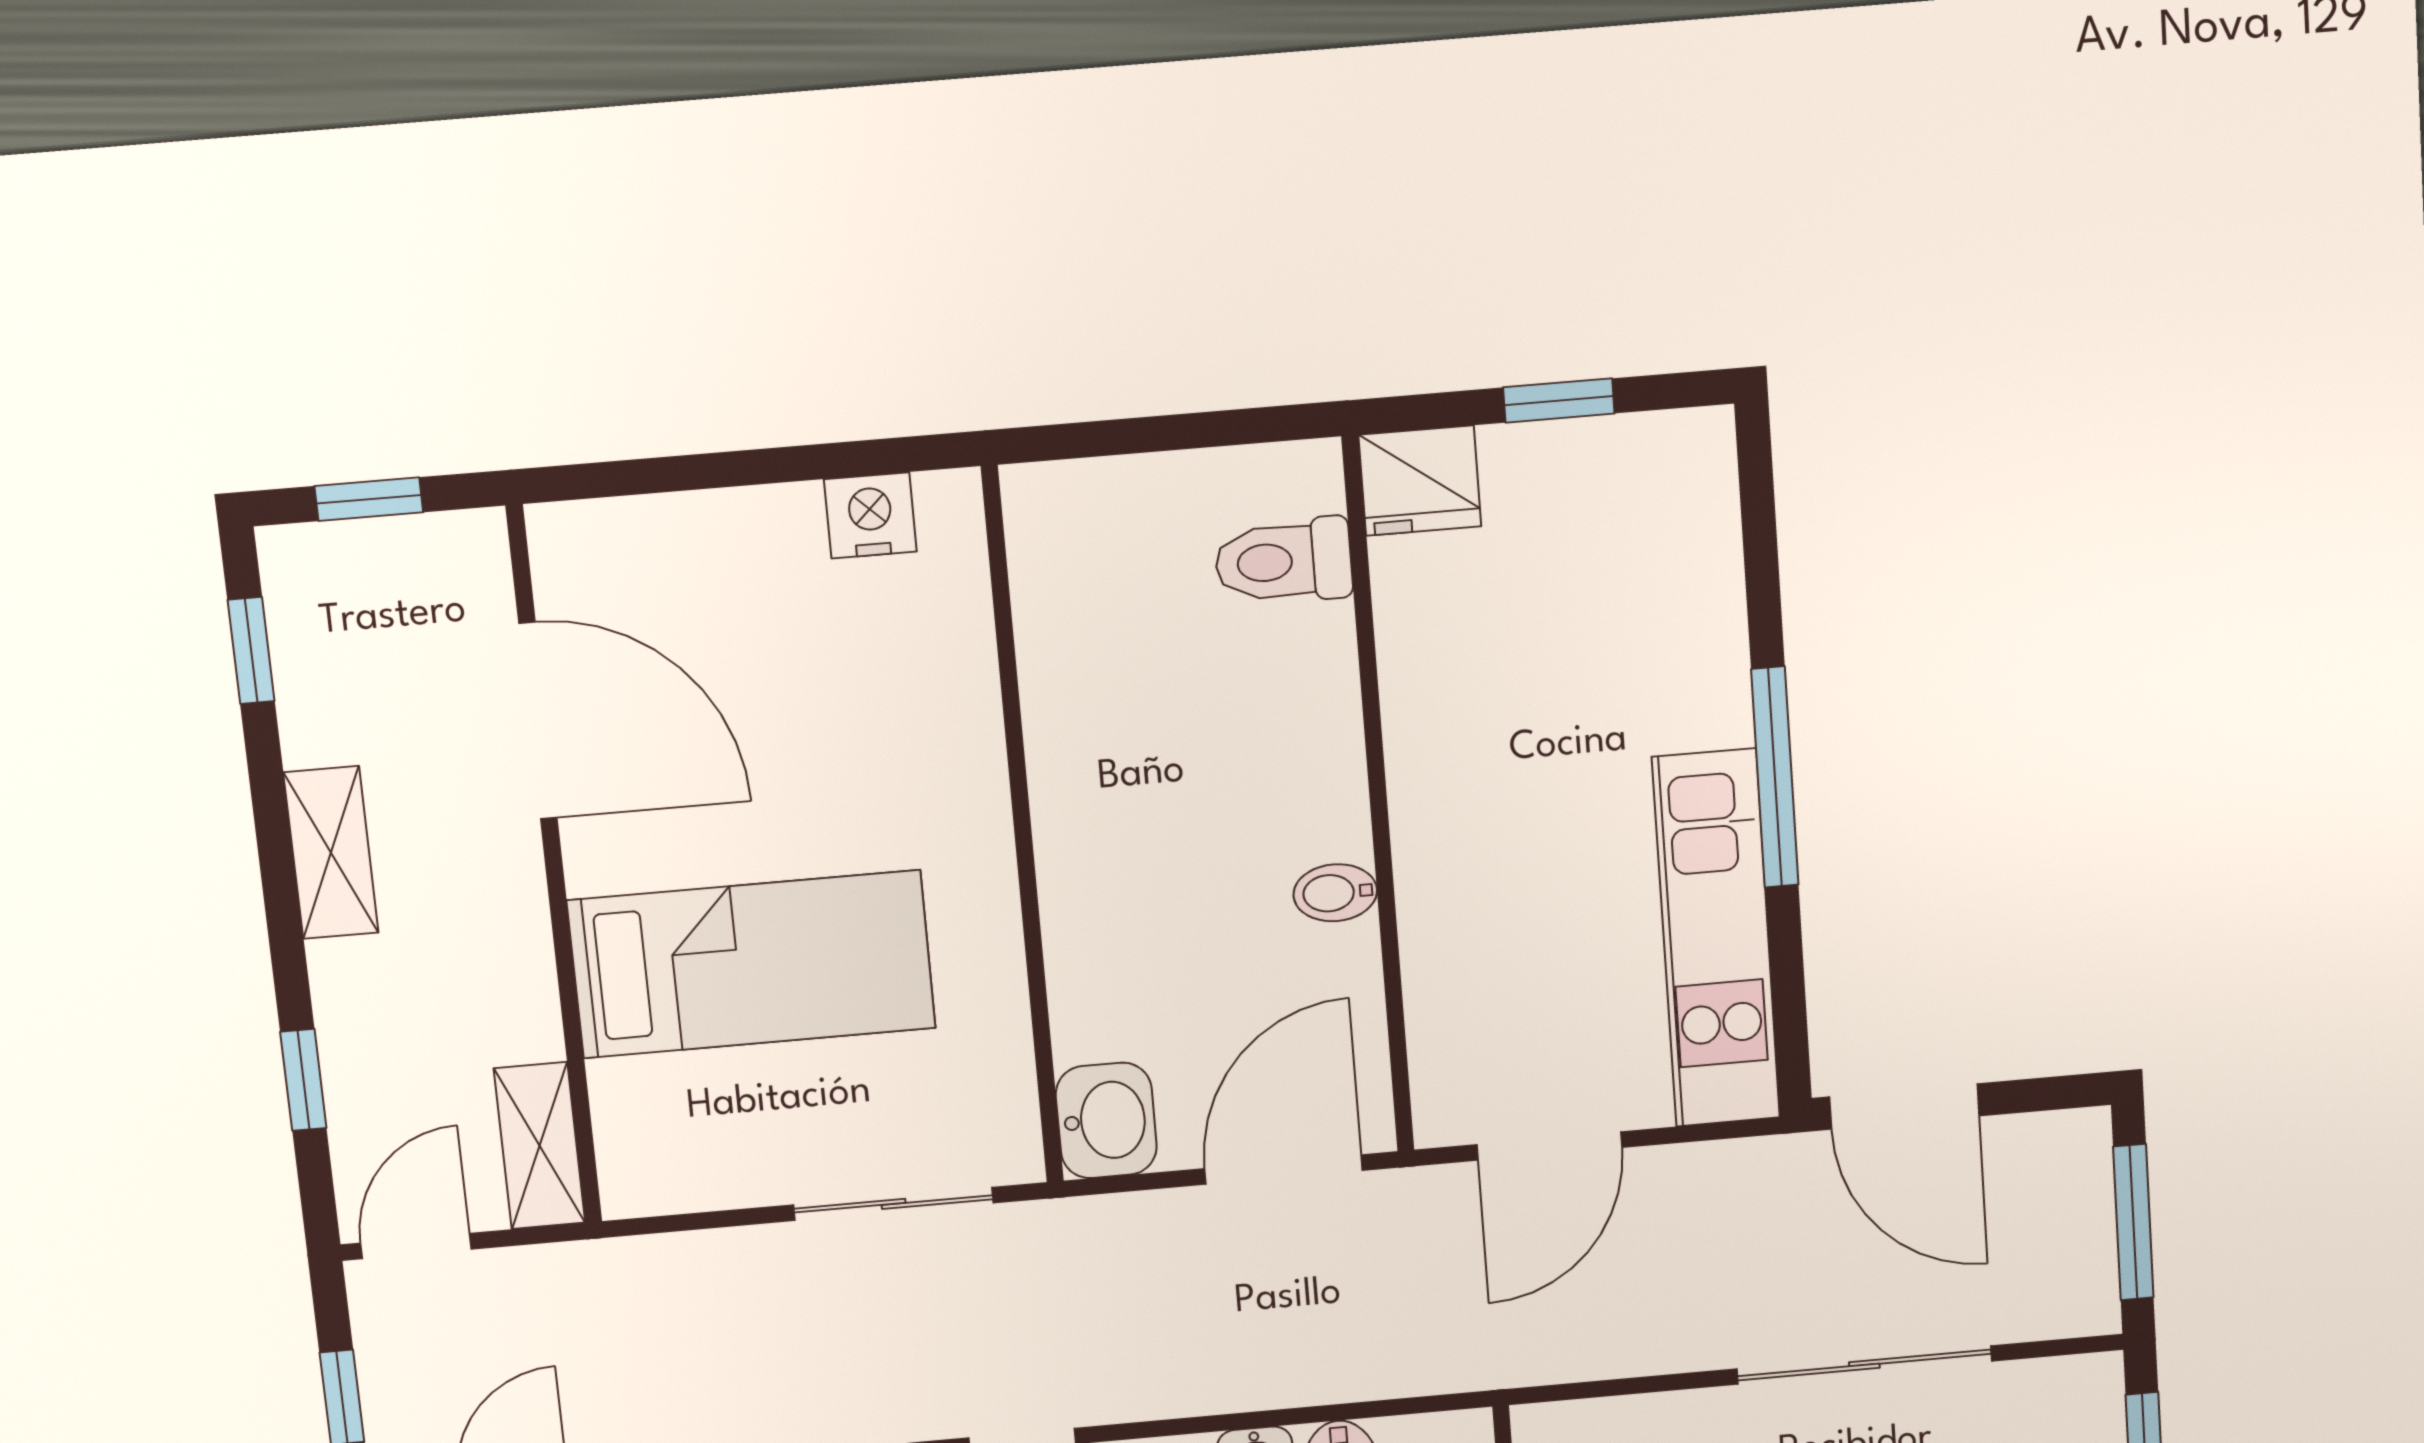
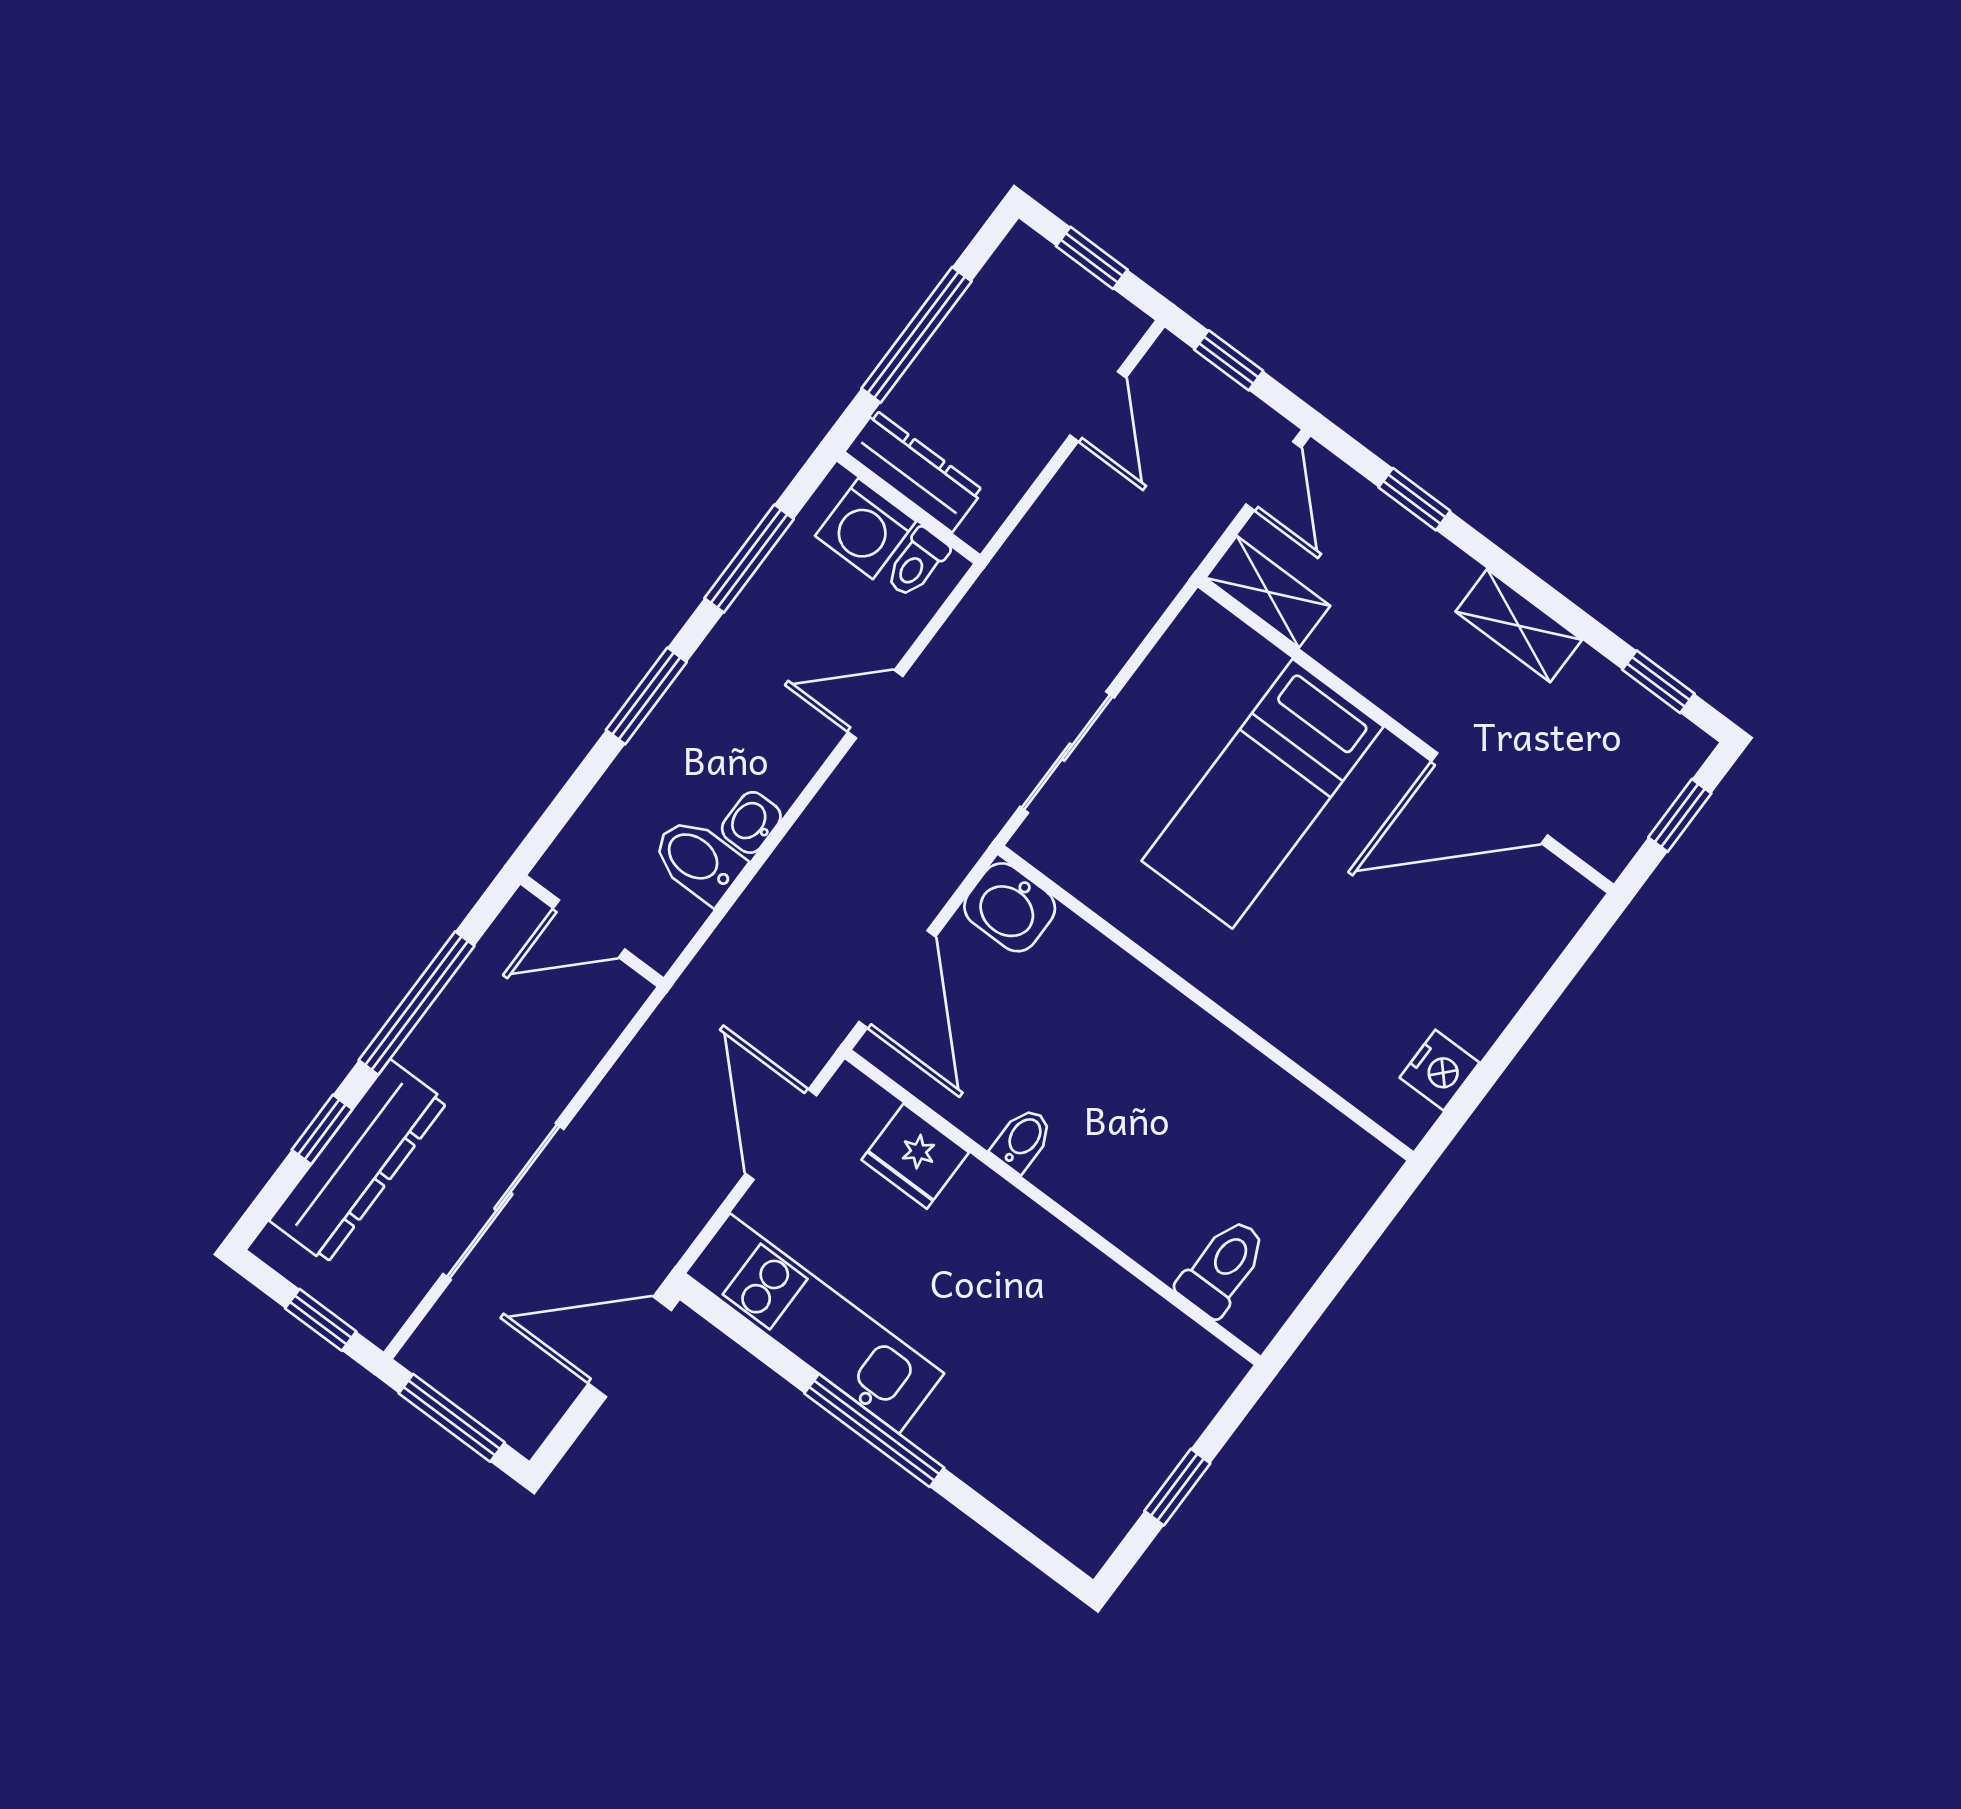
fridge: (1420, 481) -> (915, 1156), moved, turned -90

